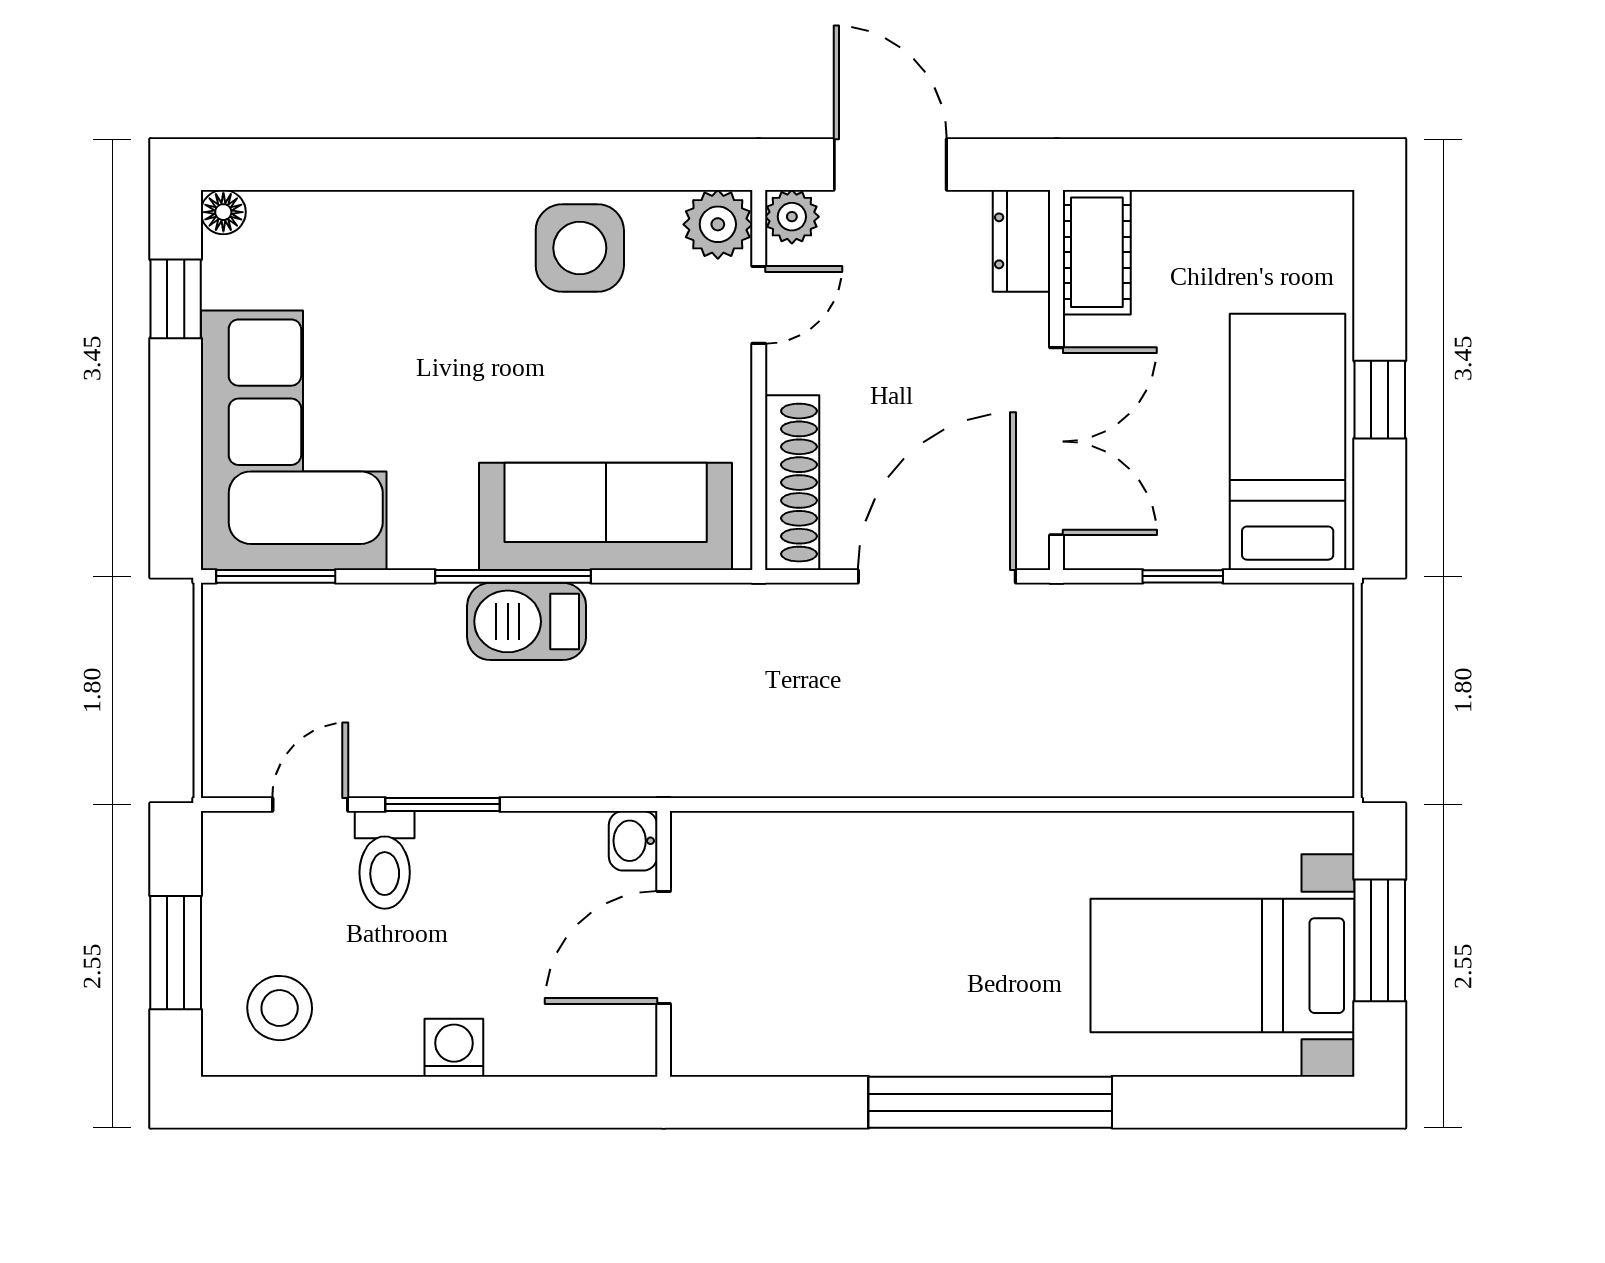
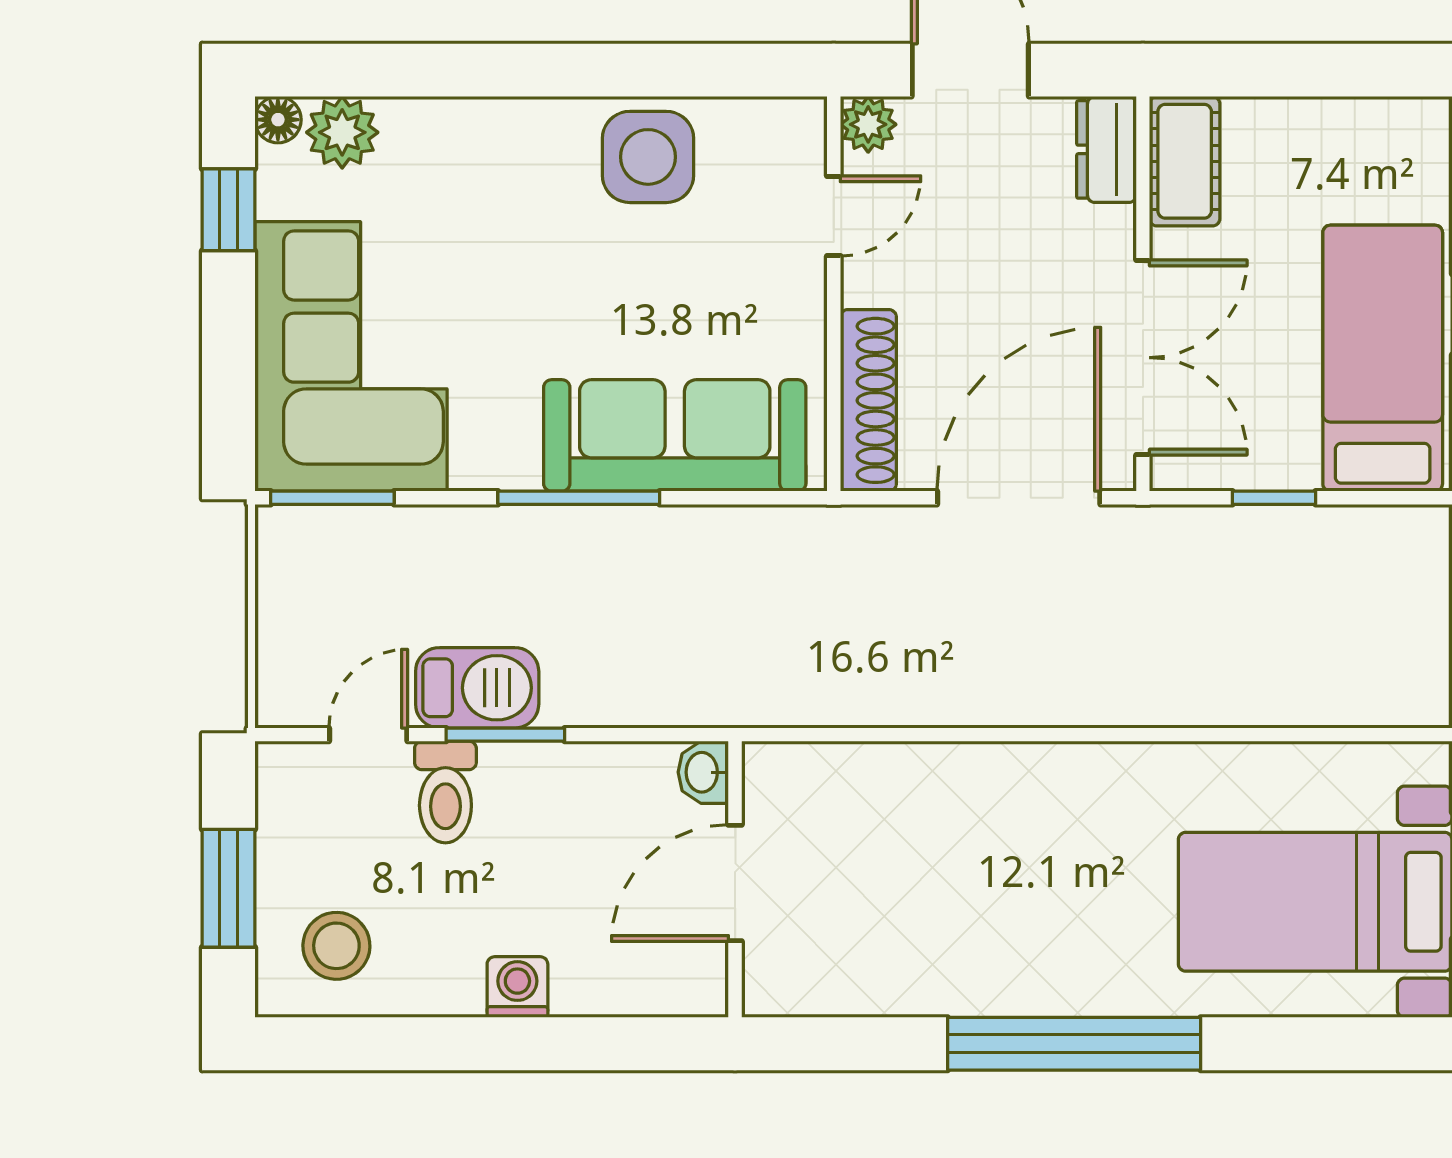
plant: (718, 224) -> (342, 132), moved
barbecue: (527, 621) -> (477, 688), moved, turned 180

